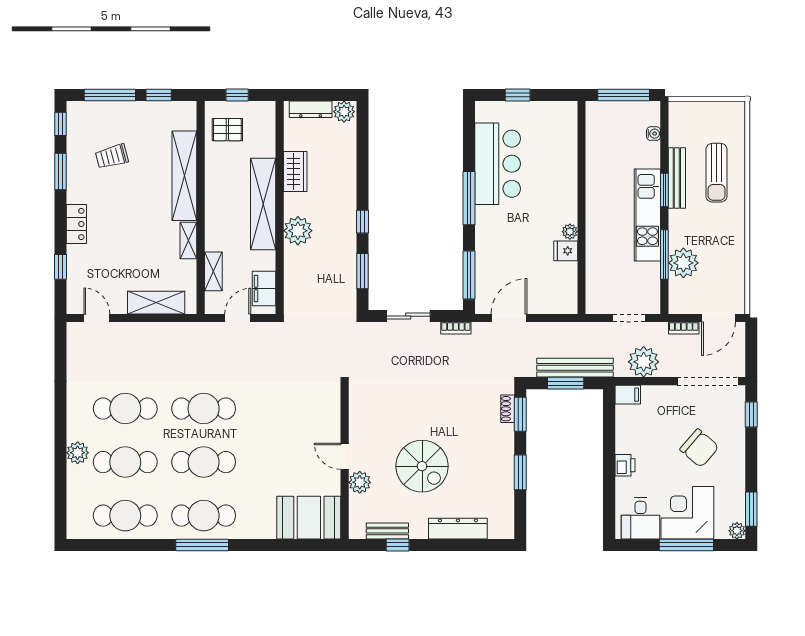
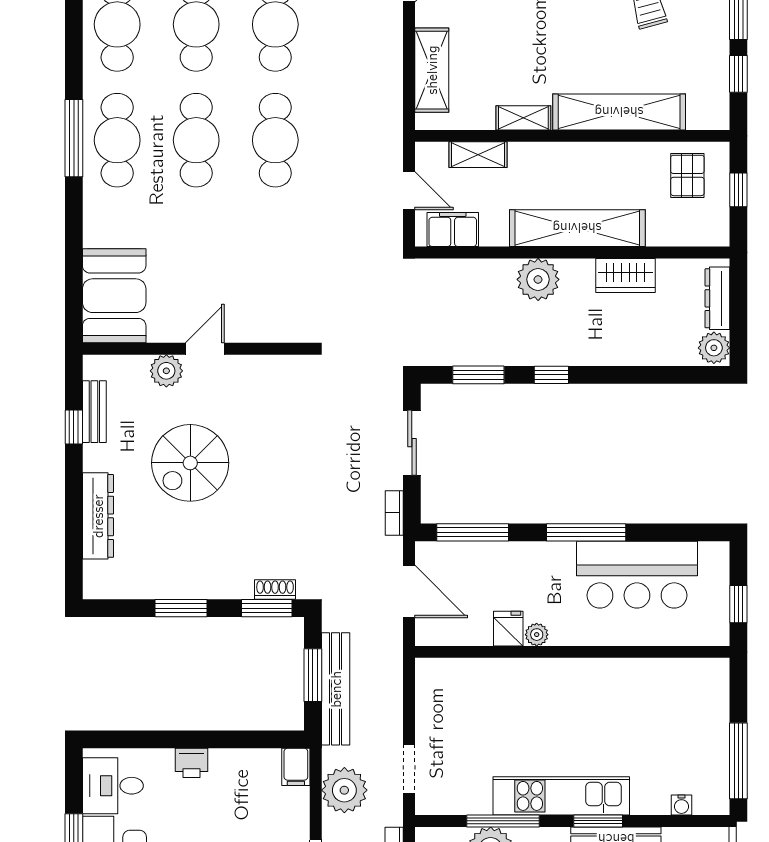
wall: (581, 207) -> (572, 652), moved
plant: (570, 232) -> (537, 635), moved
fridge: (566, 251) -> (508, 629), moved

